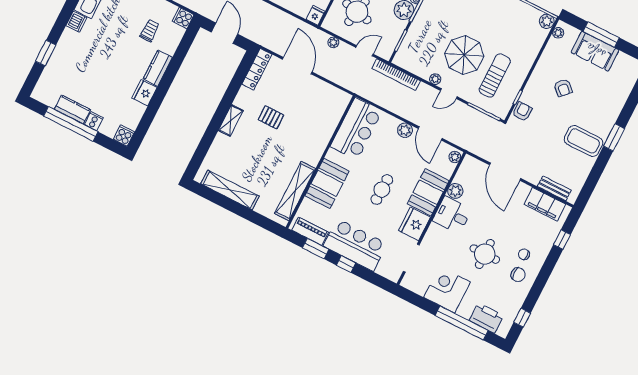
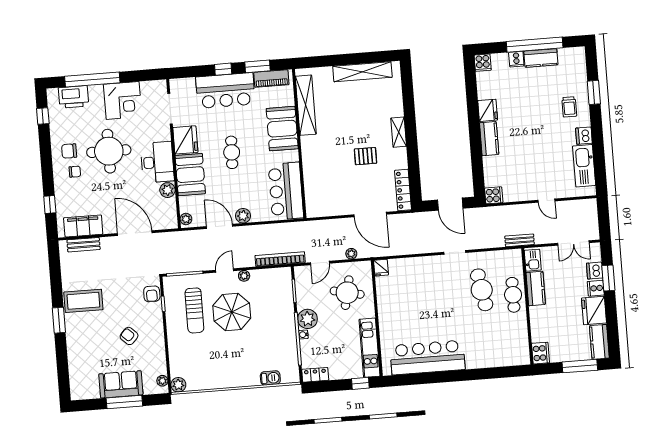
trolley: (150, 31) -> (569, 107), moved
desk: (452, 215) -> (157, 162), width x1.37
round table: (485, 254) -> (109, 151), width x1.36, depth x1.36

